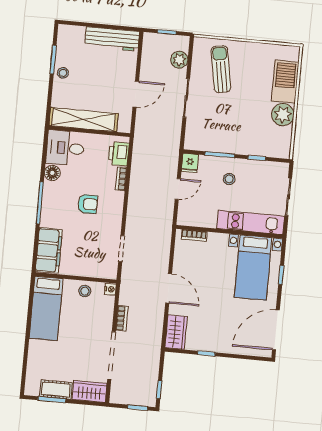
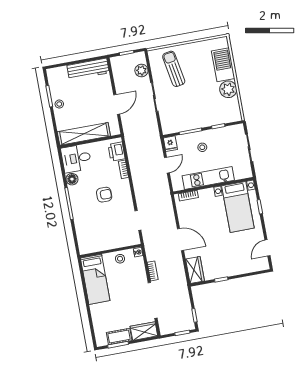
kitchen unit: (251, 222) -> (208, 178), moved
filing cabinet: (49, 250) -> (85, 236), removed
door: (276, 330) -> (267, 248), width x0.53

